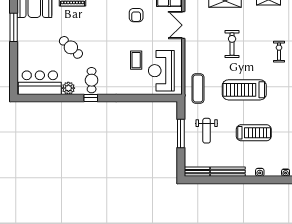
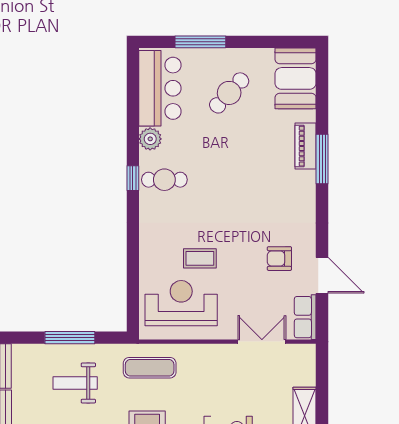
window: (14, 27) -> (200, 42), moved
cafe table: (71, 47) -> (229, 93), moved

